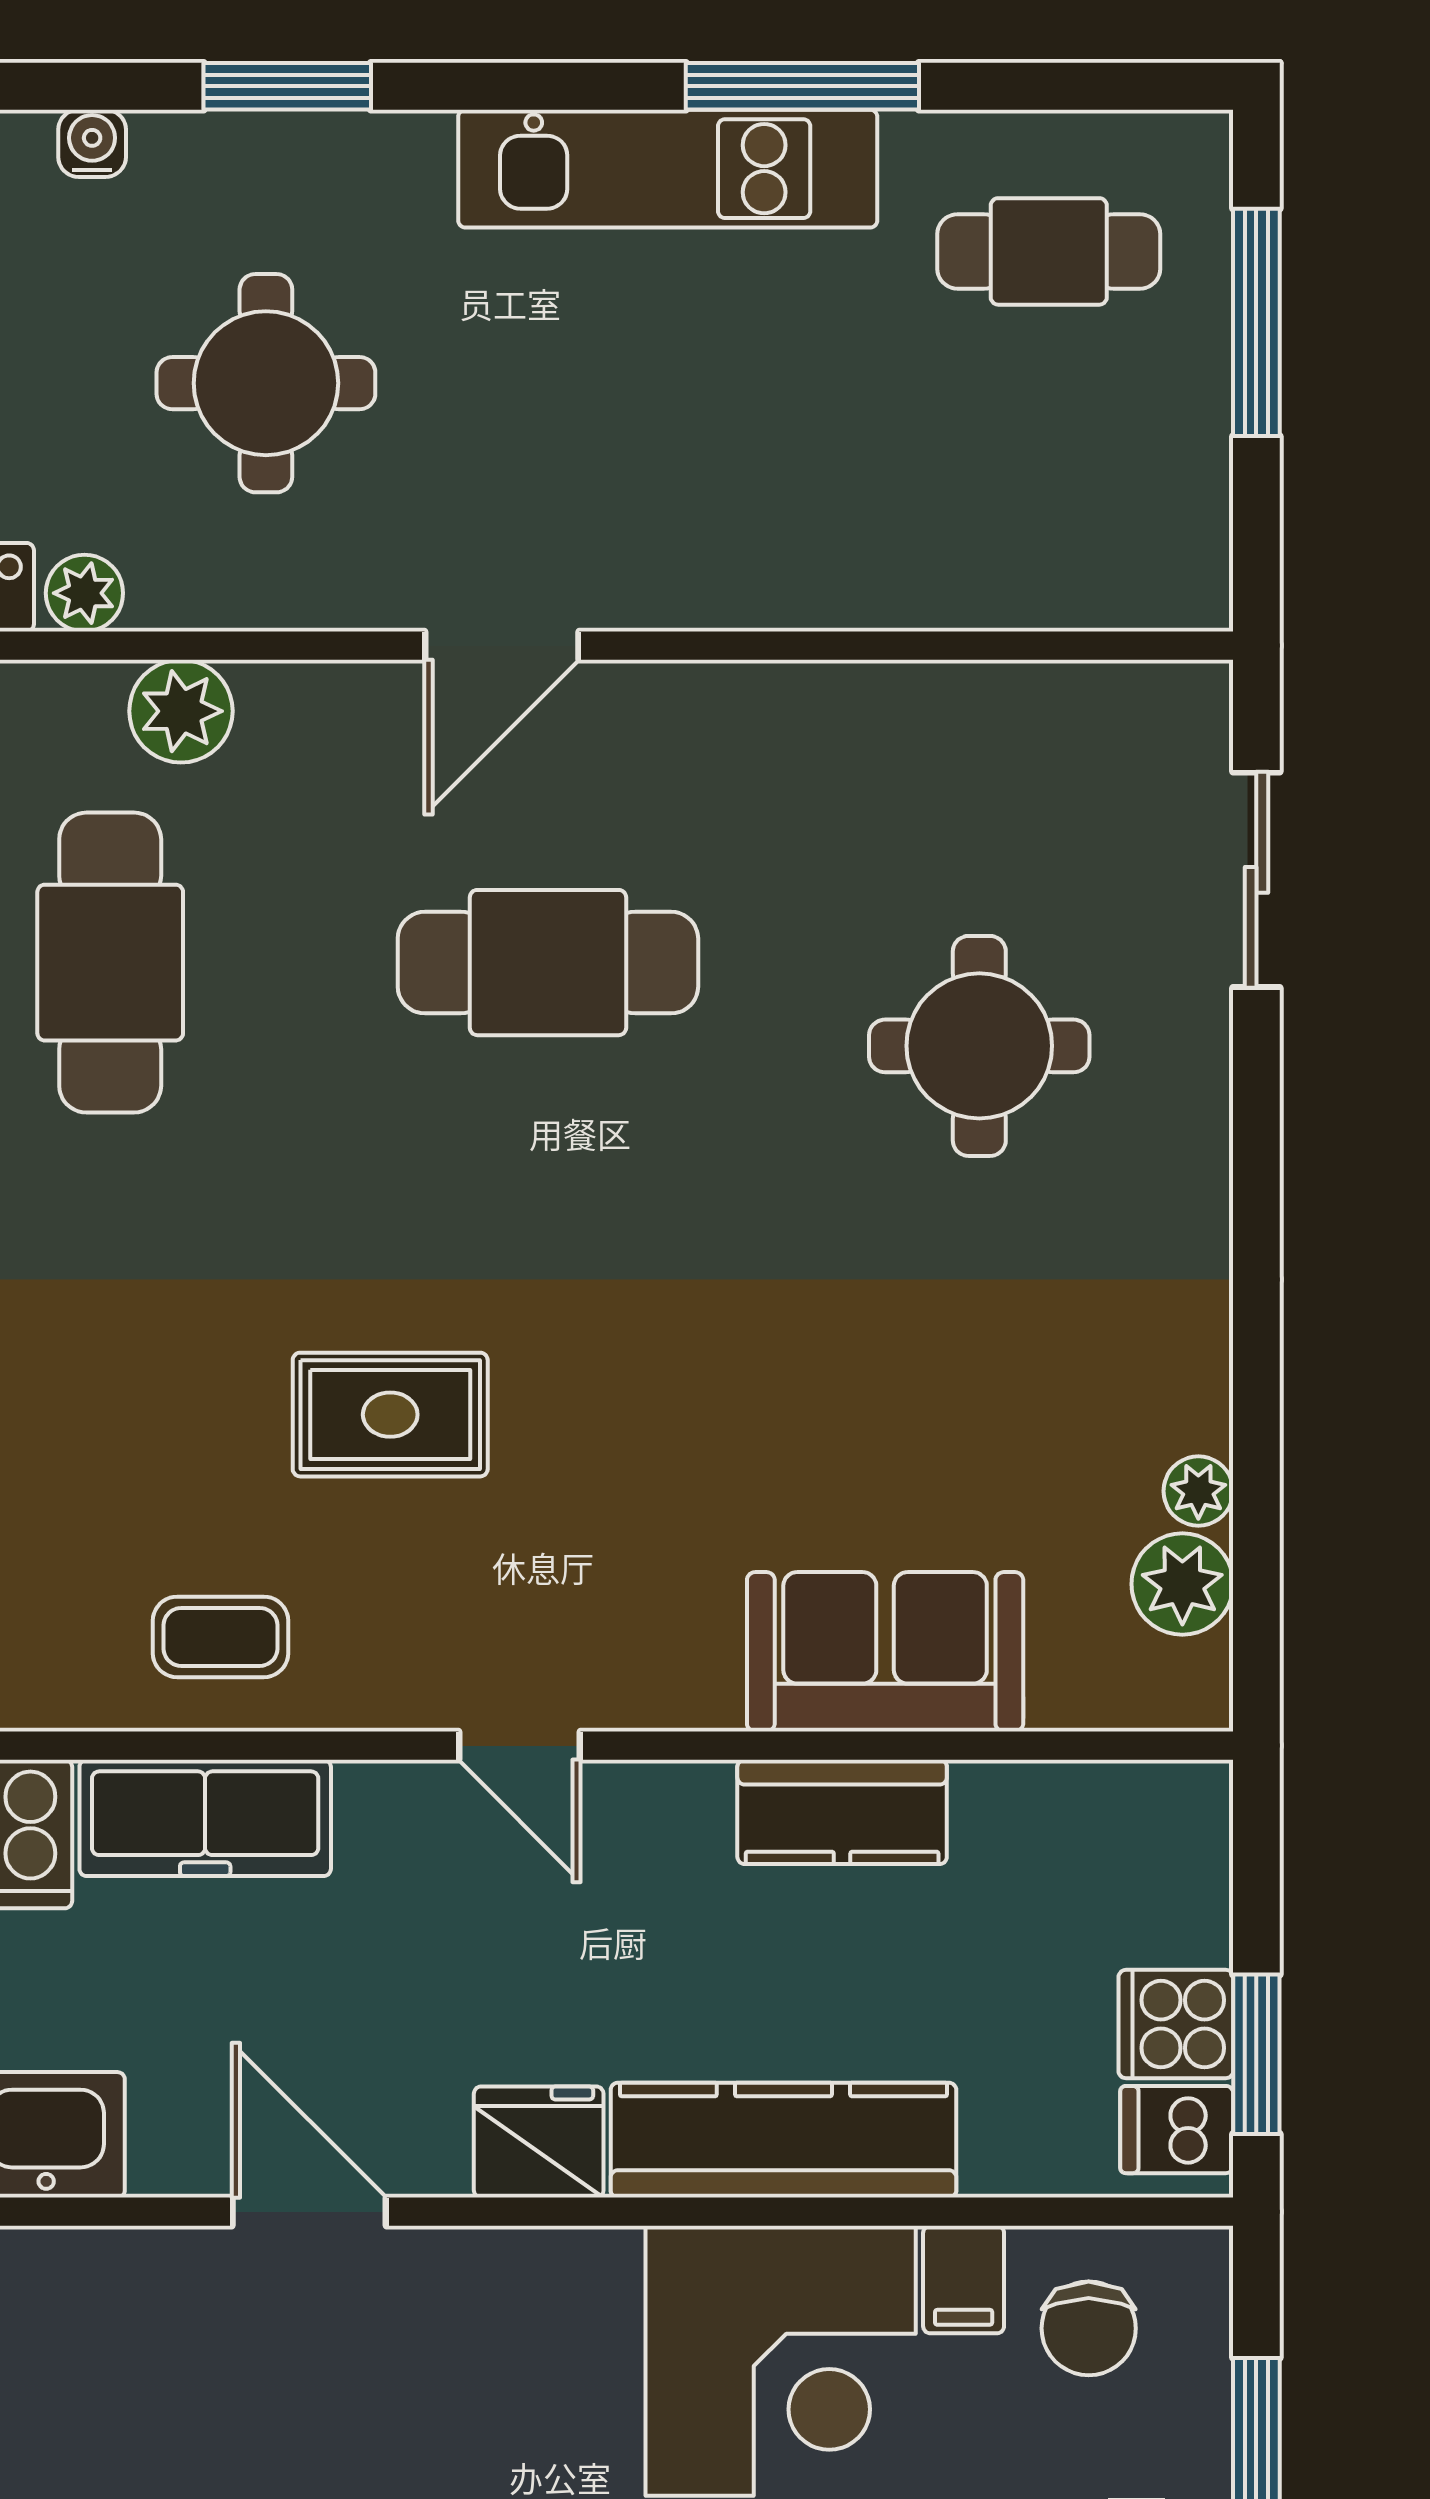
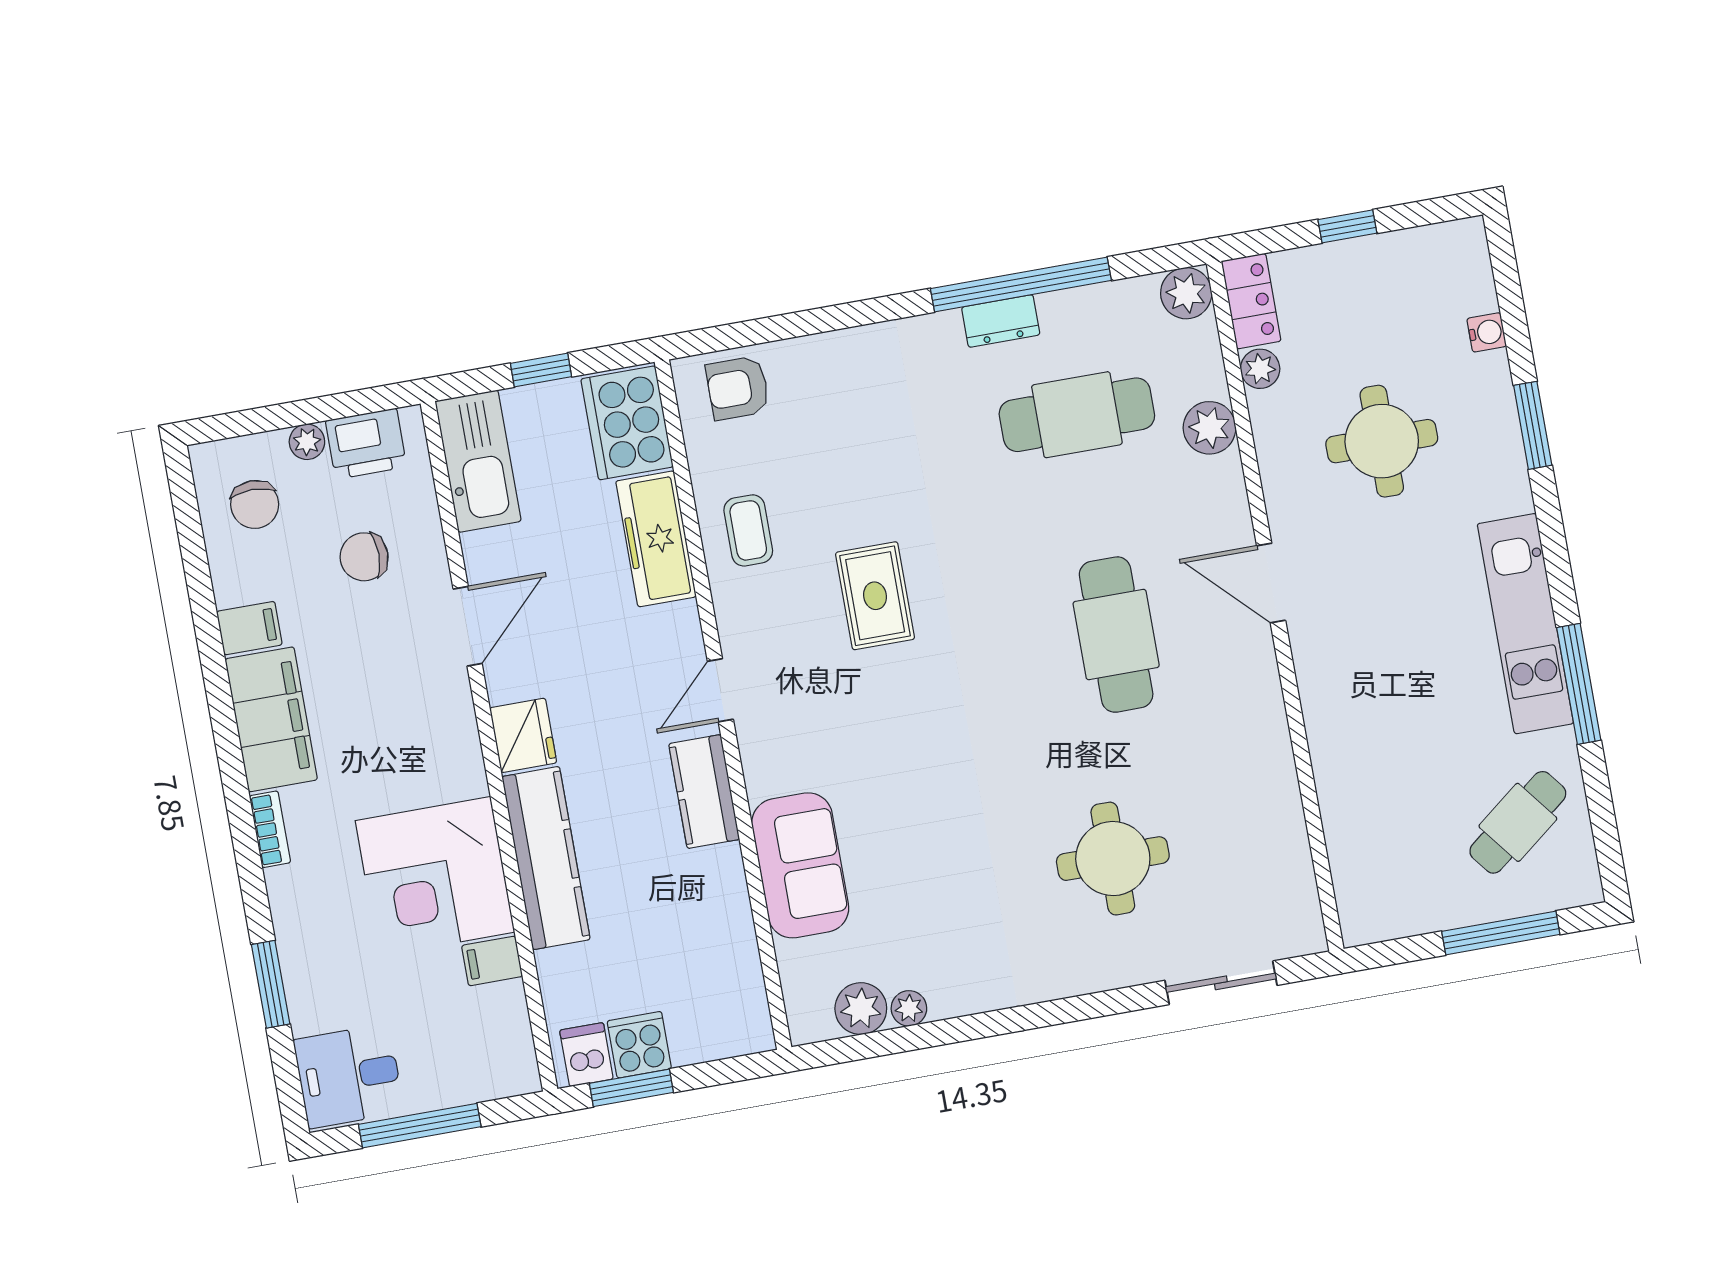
cafe table: (1049, 251) -> (1518, 822), turned 52
kitchen counter: (842, 1812) -> (704, 792), moved
chair: (1089, 2328) -> (364, 557), moved

